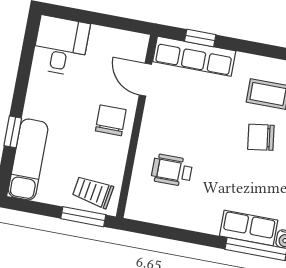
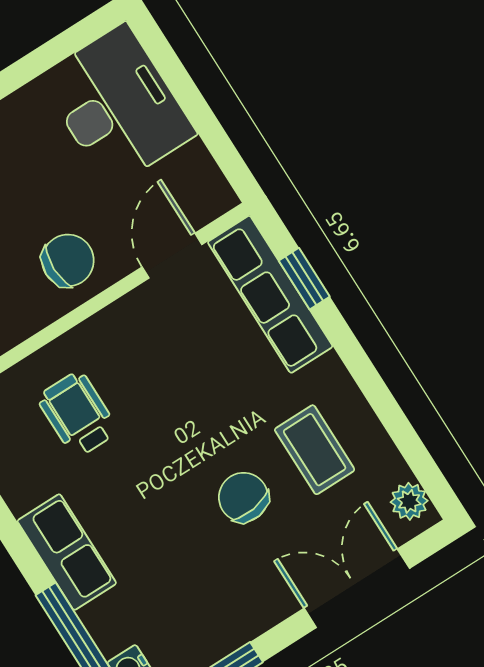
desk: (61, 46) -> (117, 106), width x1.37
row of seats: (249, 228) -> (67, 552), moved

